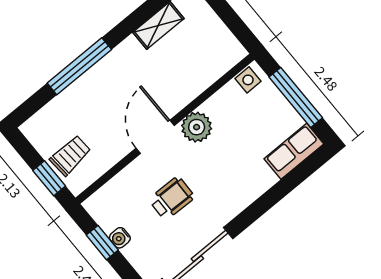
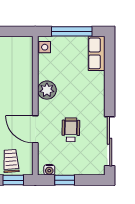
door: (155, 137) -> (35, 129), moved
water cooler: (120, 238) -> (49, 170), moved

